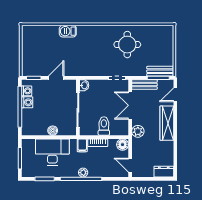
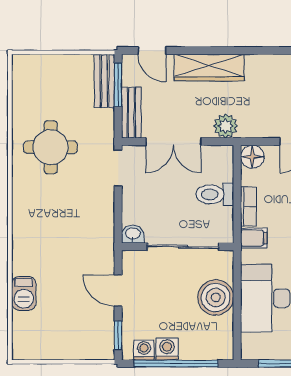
barbecue: (68, 31) -> (24, 293), moved
boiler: (53, 131) -> (216, 297), width x1.86, depth x1.86

